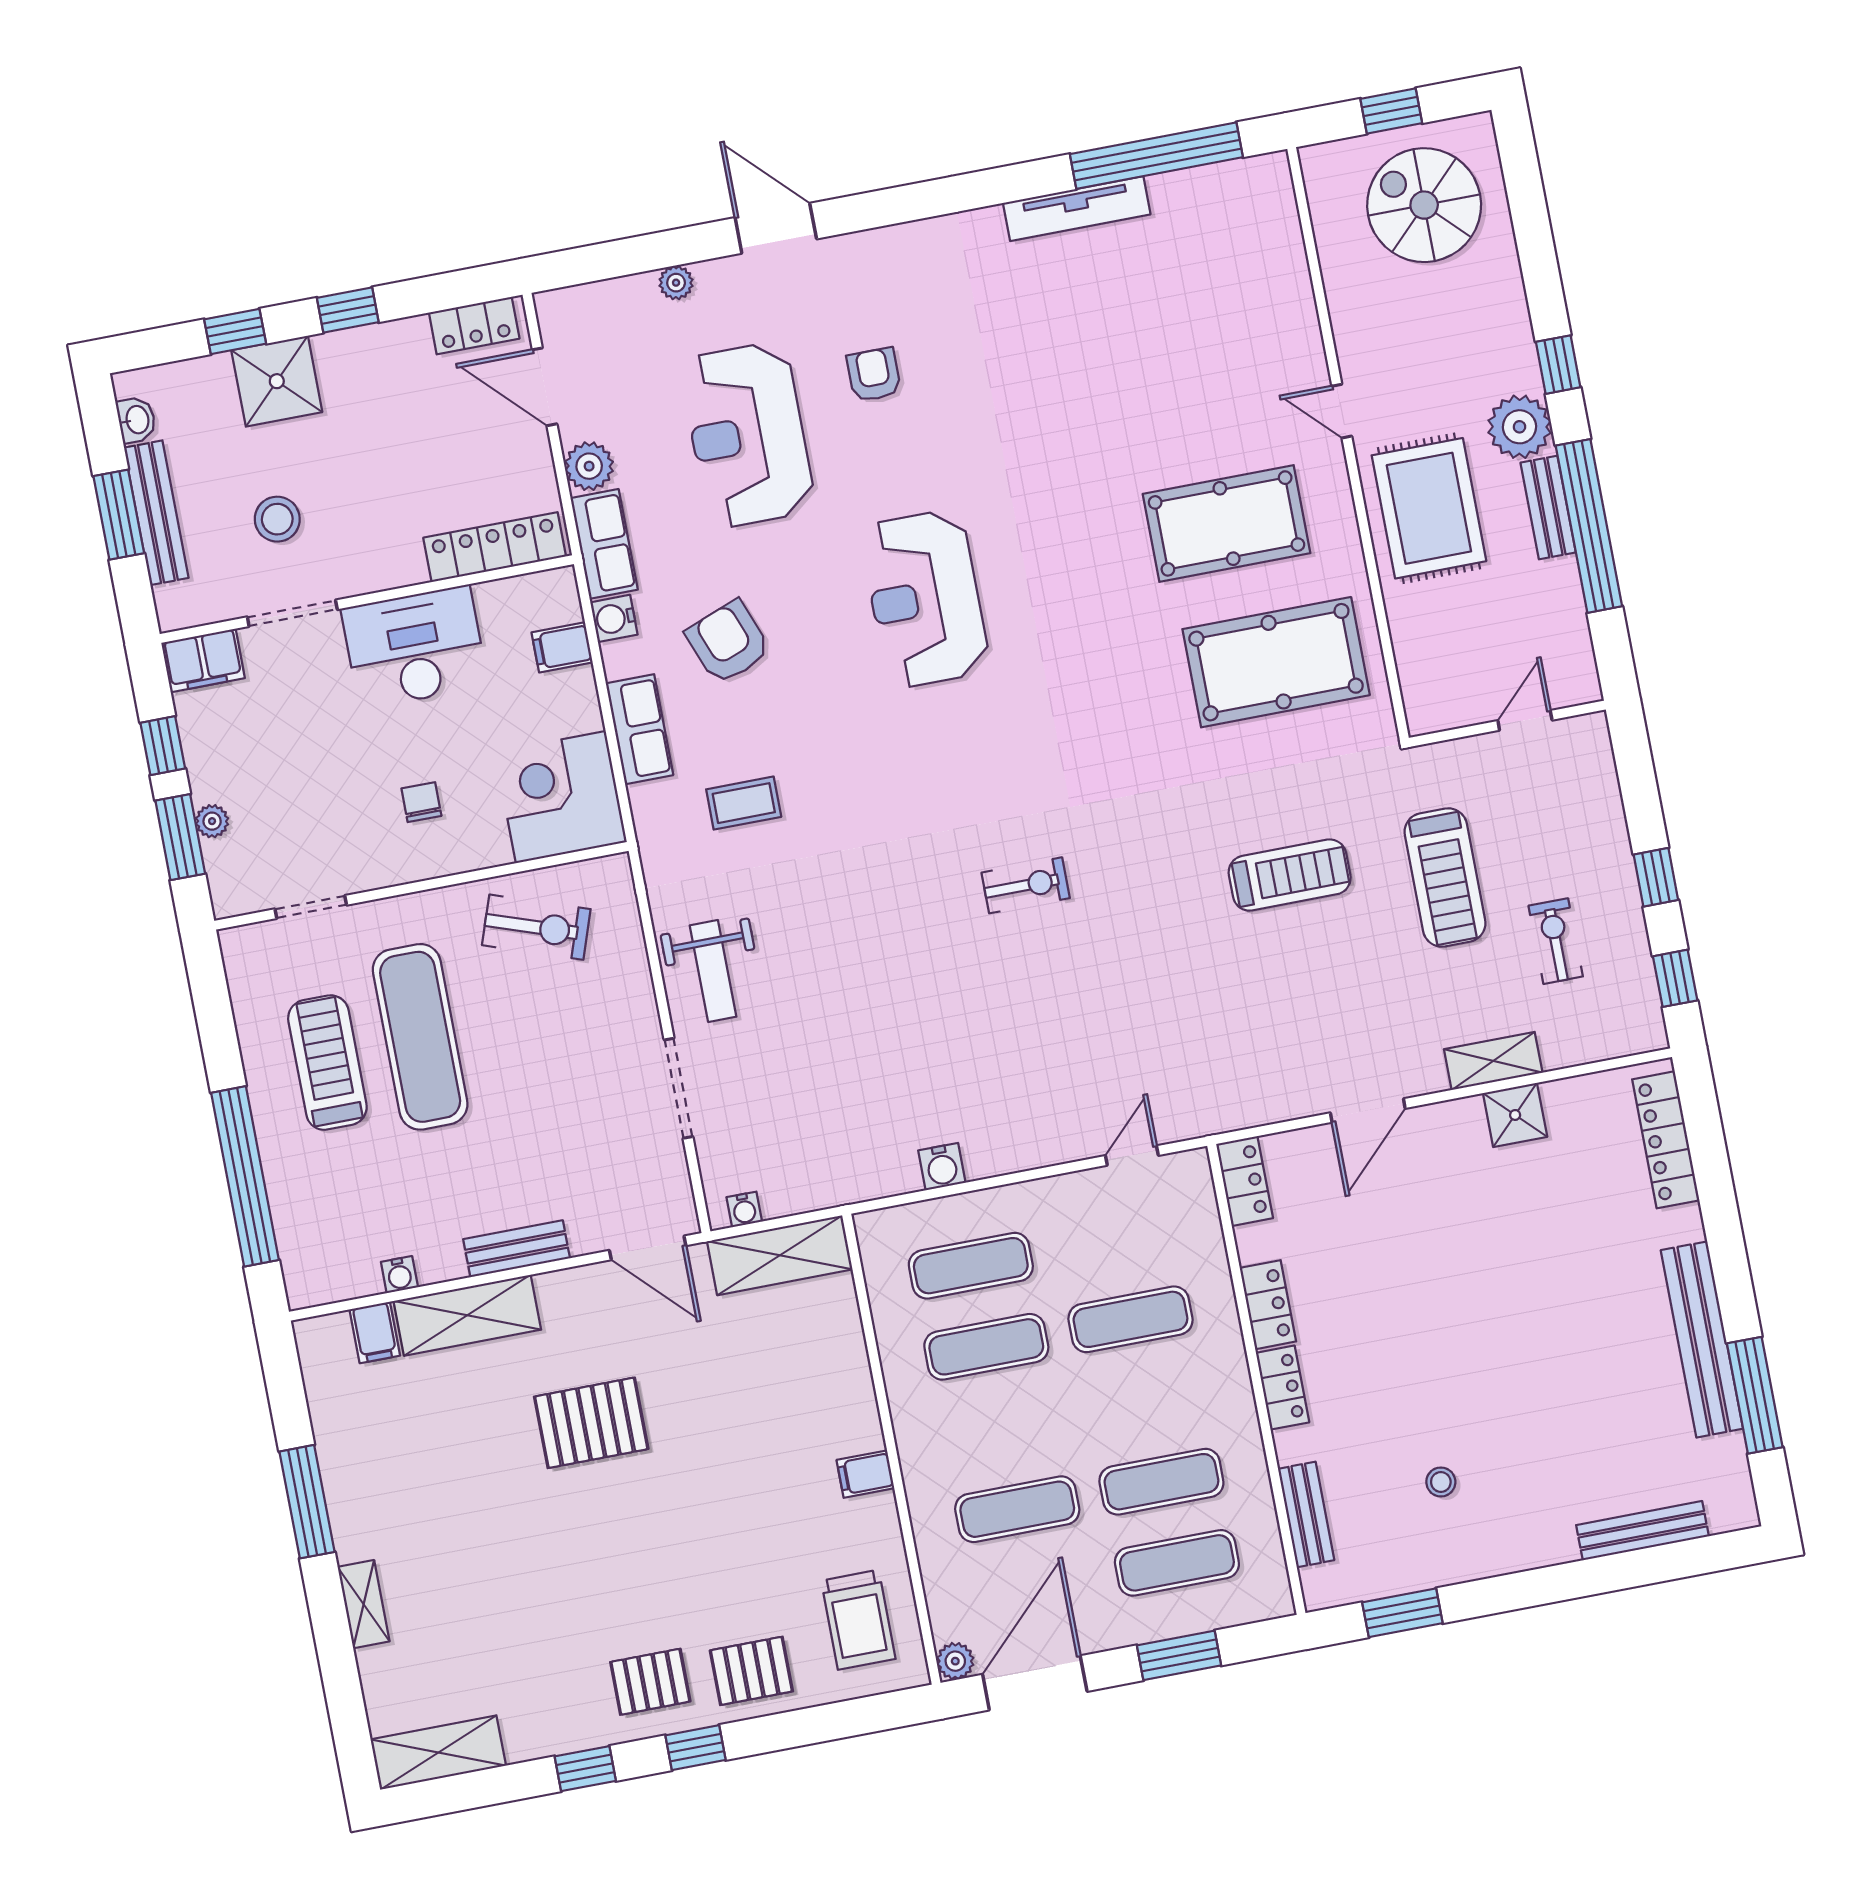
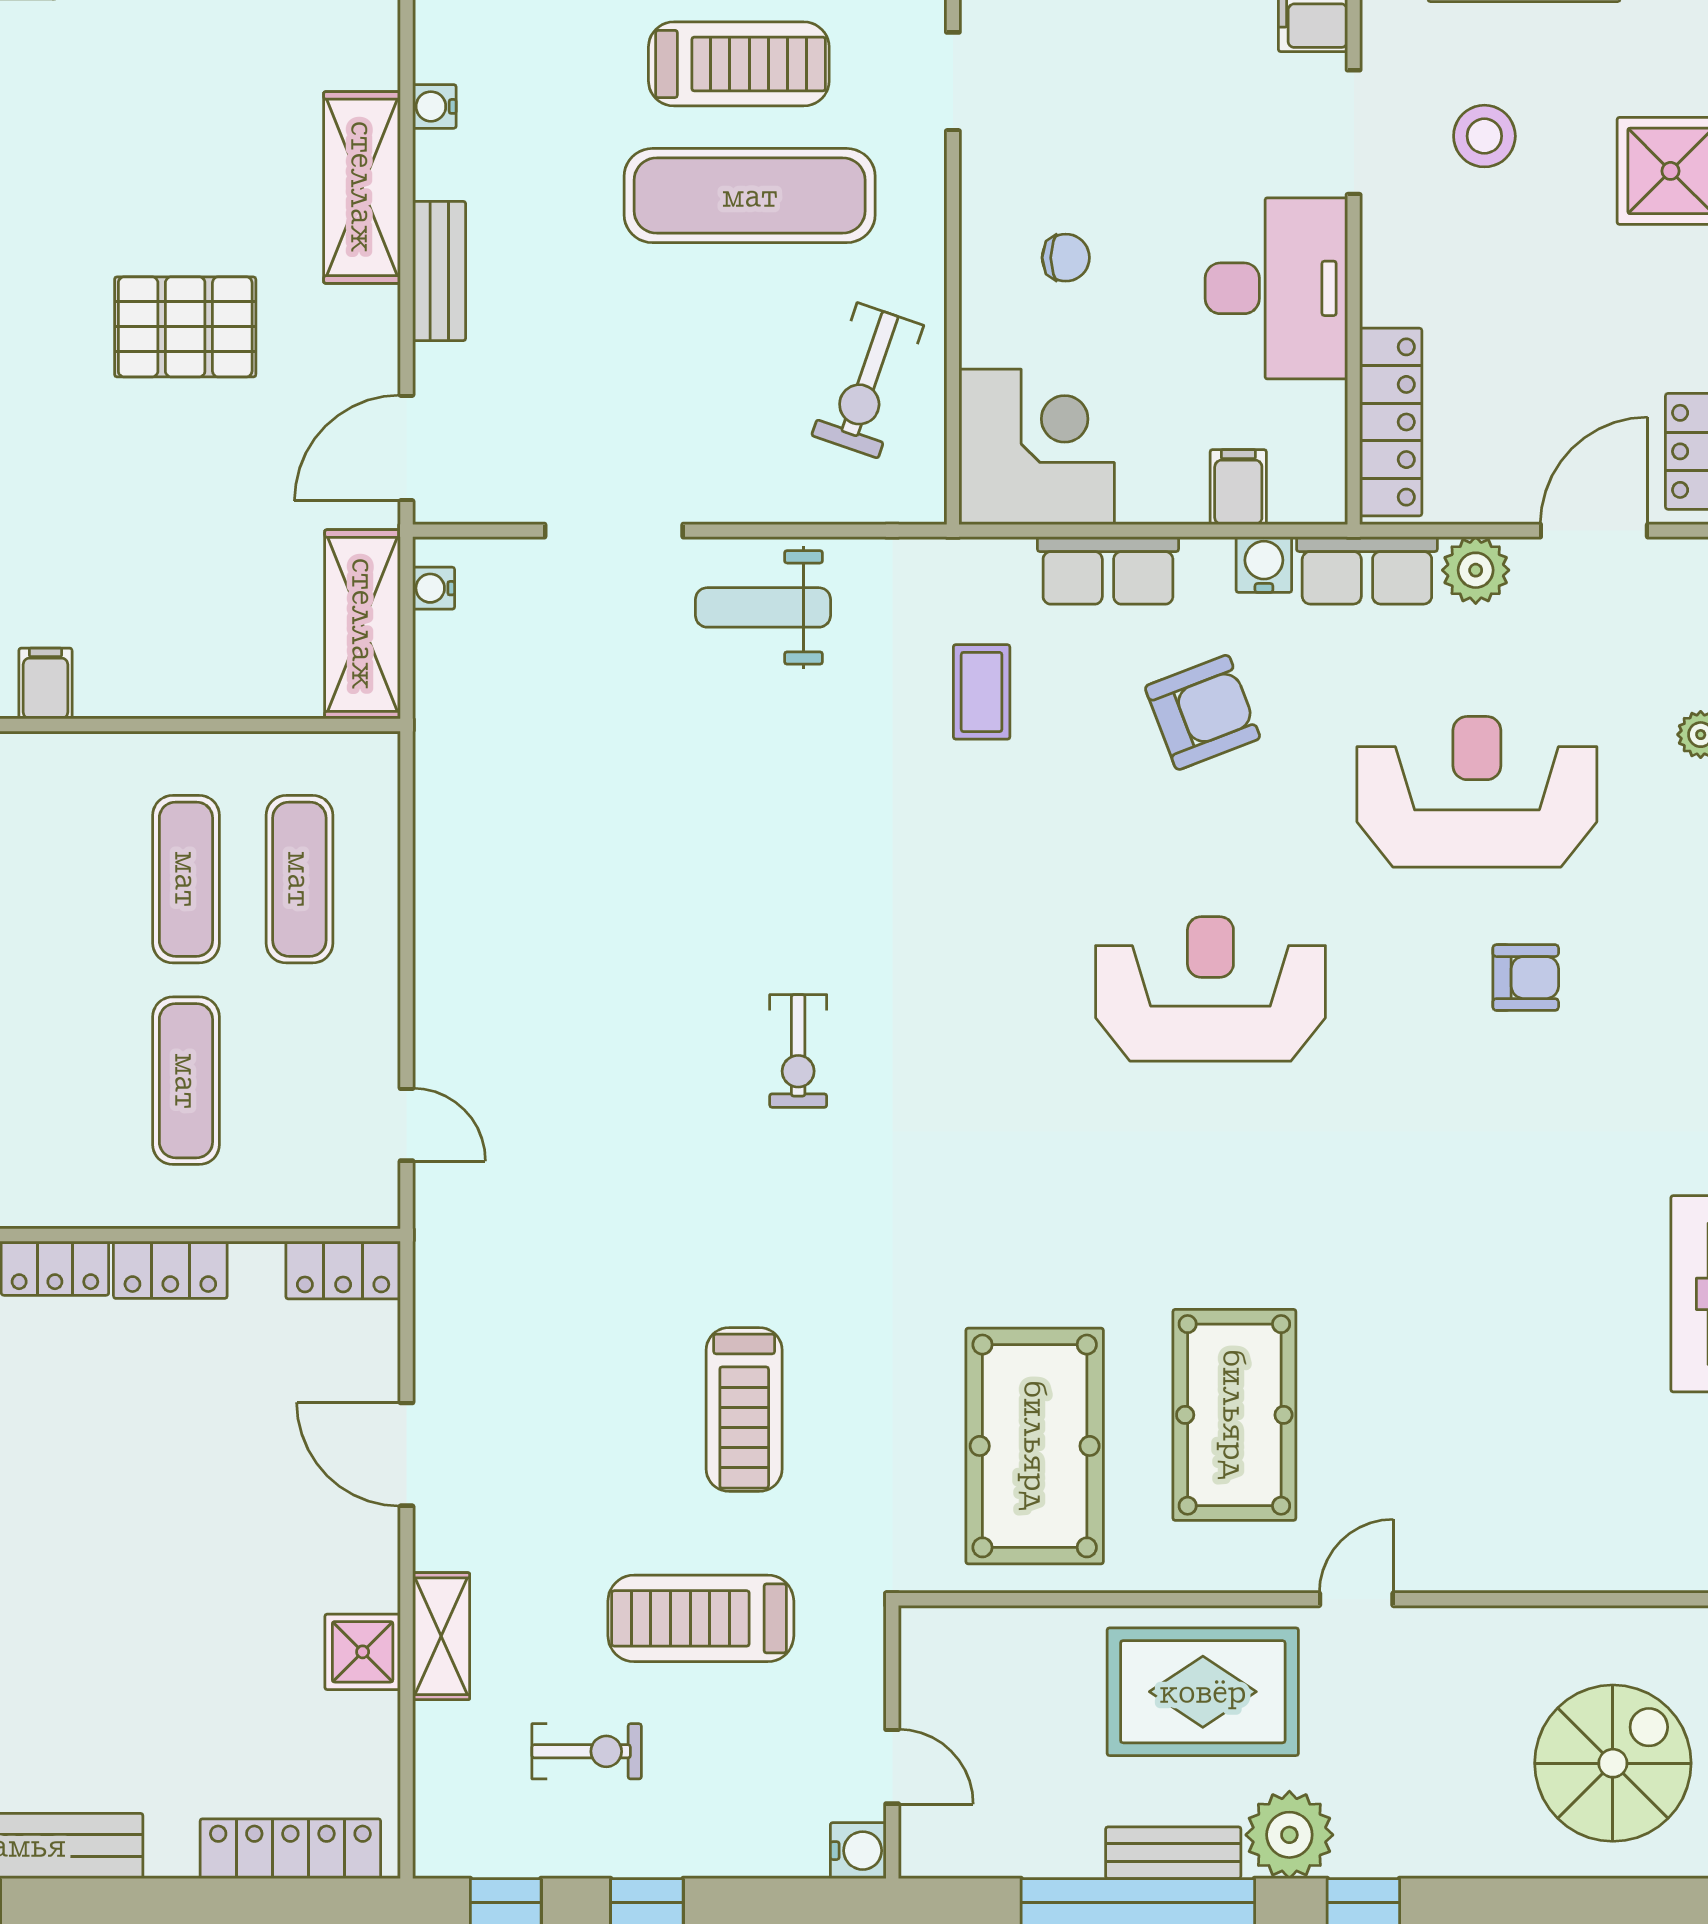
water cooler: (942, 1167) -> (858, 1851), moved, turned 180
filing cabinet: (375, 1332) -> (363, 58), removed
pallet: (591, 1423) -> (185, 327), turned 90

